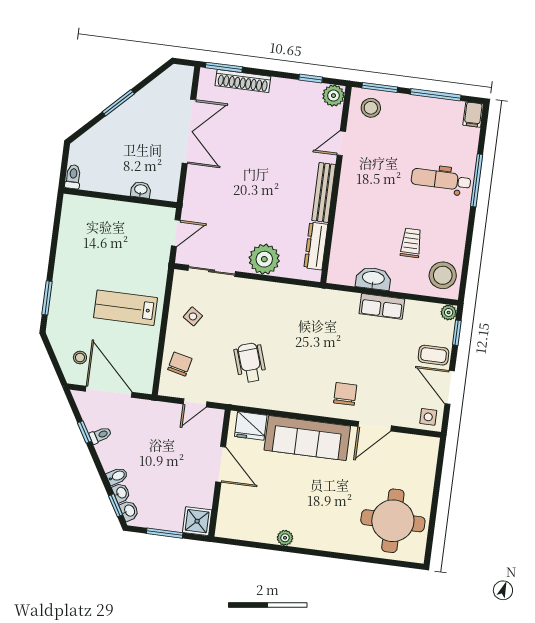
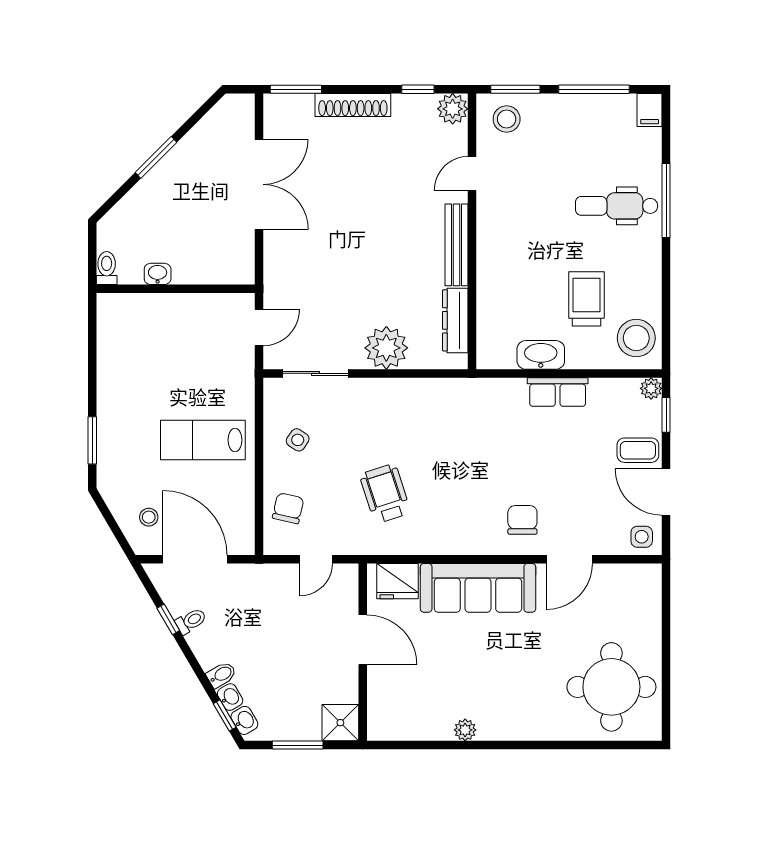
shoe rack: (243, 81) -> (353, 105), moved
washbasin: (141, 190) -> (158, 274), moved
trolley: (411, 243) -> (587, 299), width x1.36, depth x1.39

